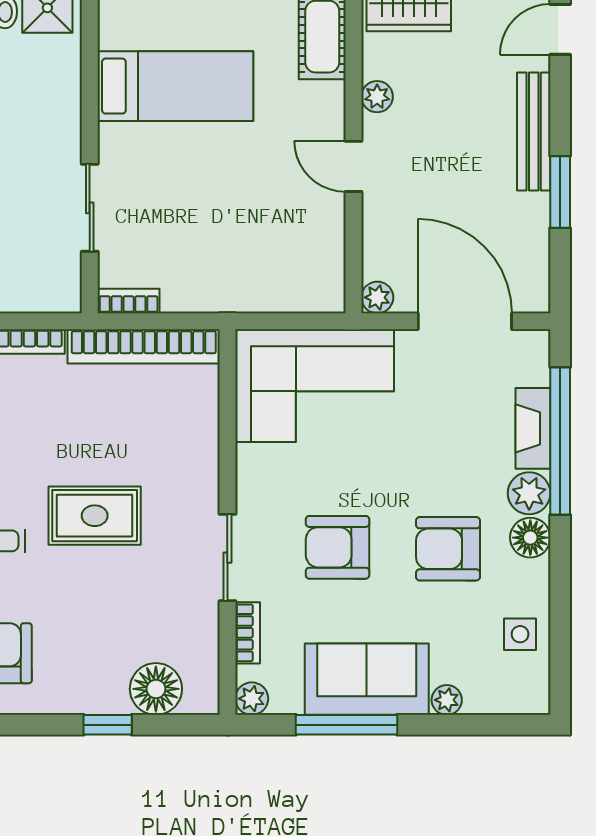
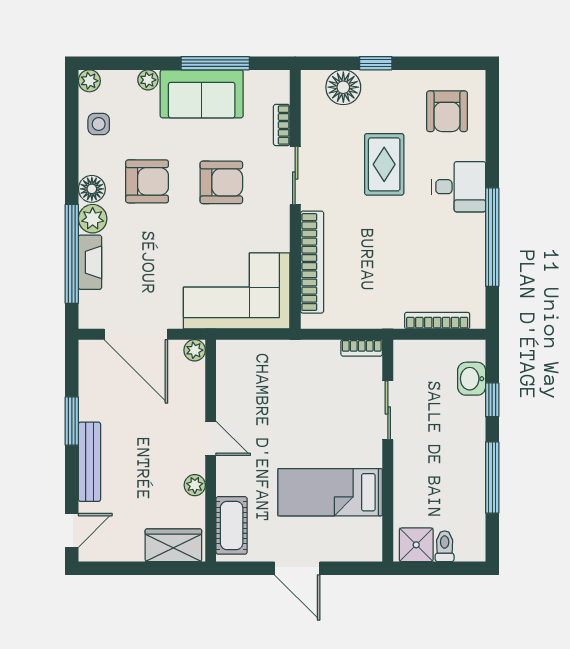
bookcase: (144, 346) -> (312, 262), moved, turned 90
rug: (95, 516) -> (384, 164), moved, turned 90
plant: (252, 699) -> (89, 81), moved

